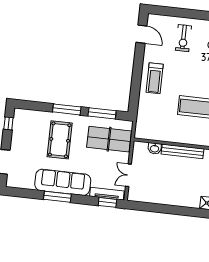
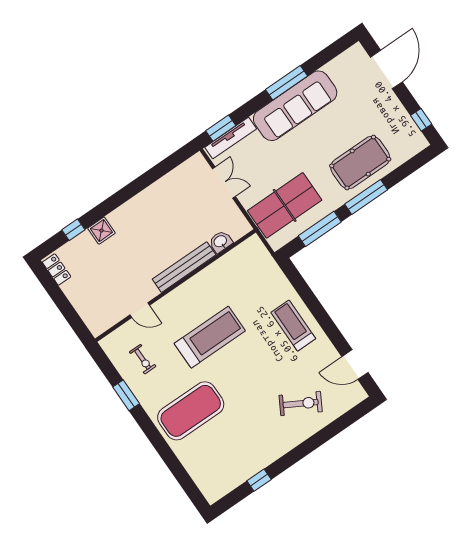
exercise bike: (183, 38) -> (301, 404), turned 119
pool table: (60, 140) -> (360, 163), moved, turned 90

